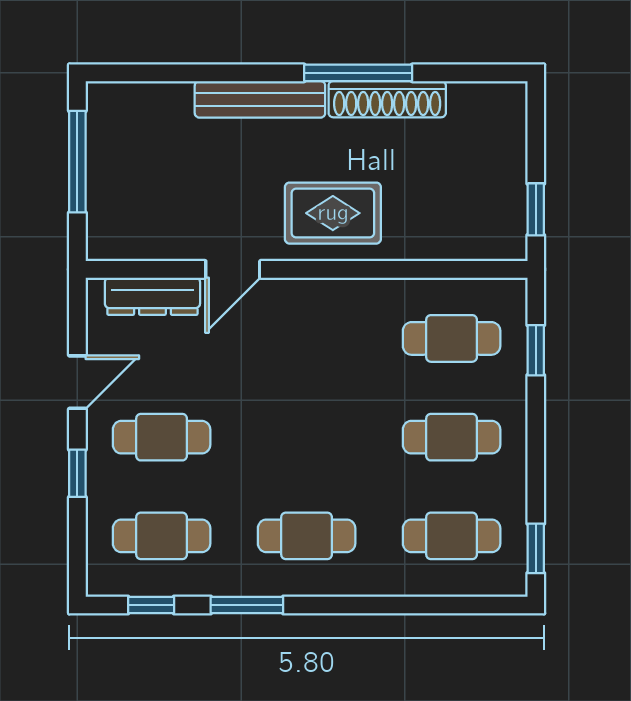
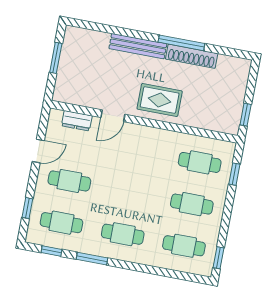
window: (77, 162) -> (56, 58), width x0.69
dresser: (152, 296) -> (77, 121), width x0.70
window: (77, 473) -> (27, 208), moved

